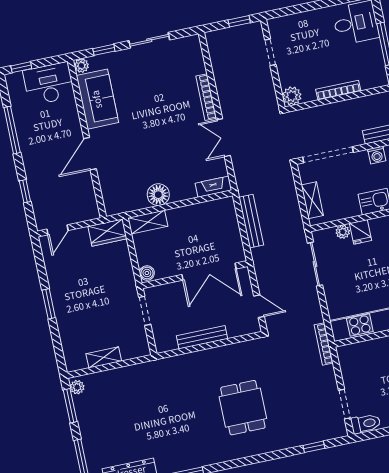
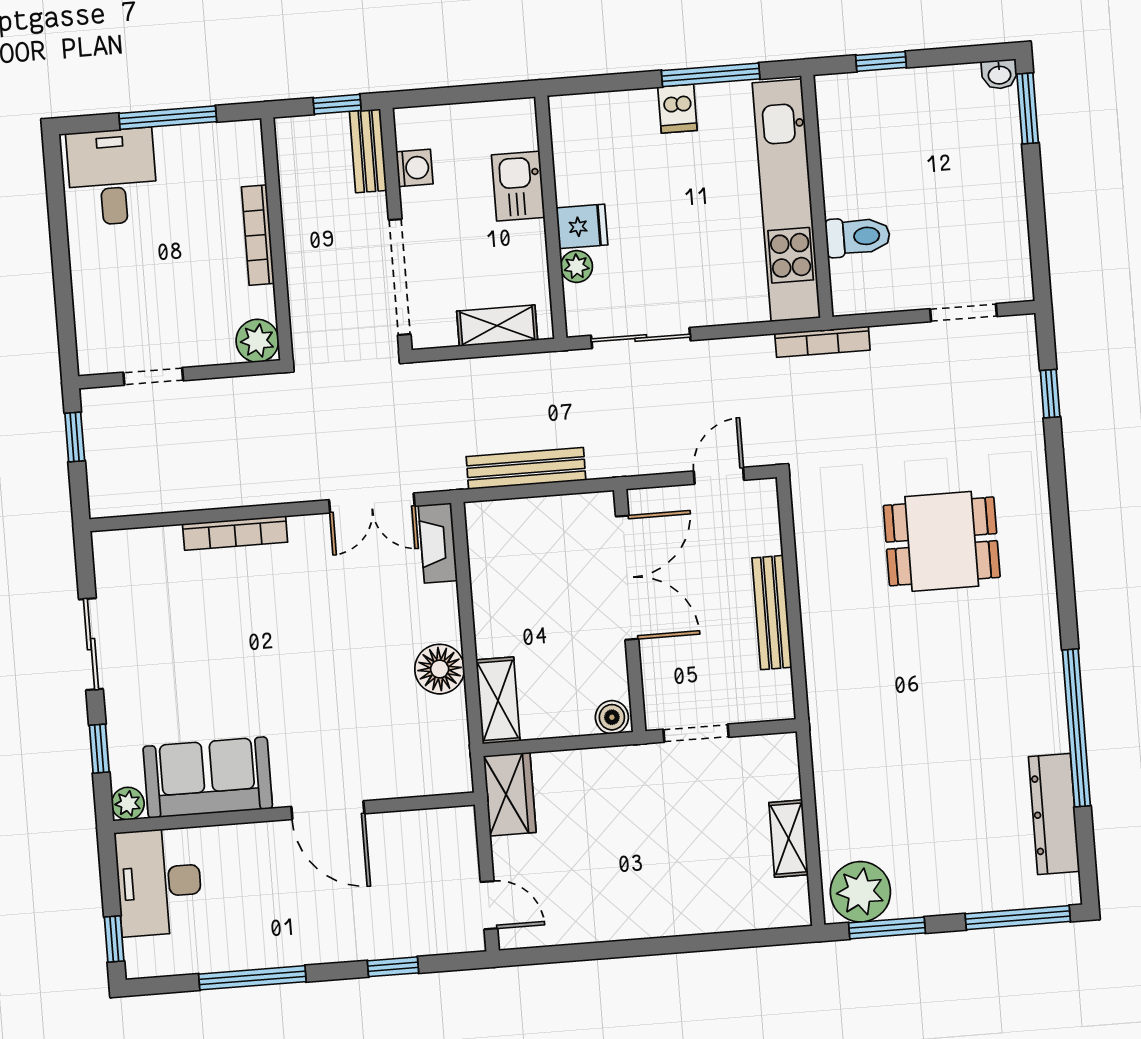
double door: (223, 138) -> (372, 503), moved
window: (49, 304) -> (652, 946), removed
plant: (77, 387) -> (860, 892), width x1.88, depth x1.88
toilet: (366, 424) -> (858, 237), moved, turned 90

